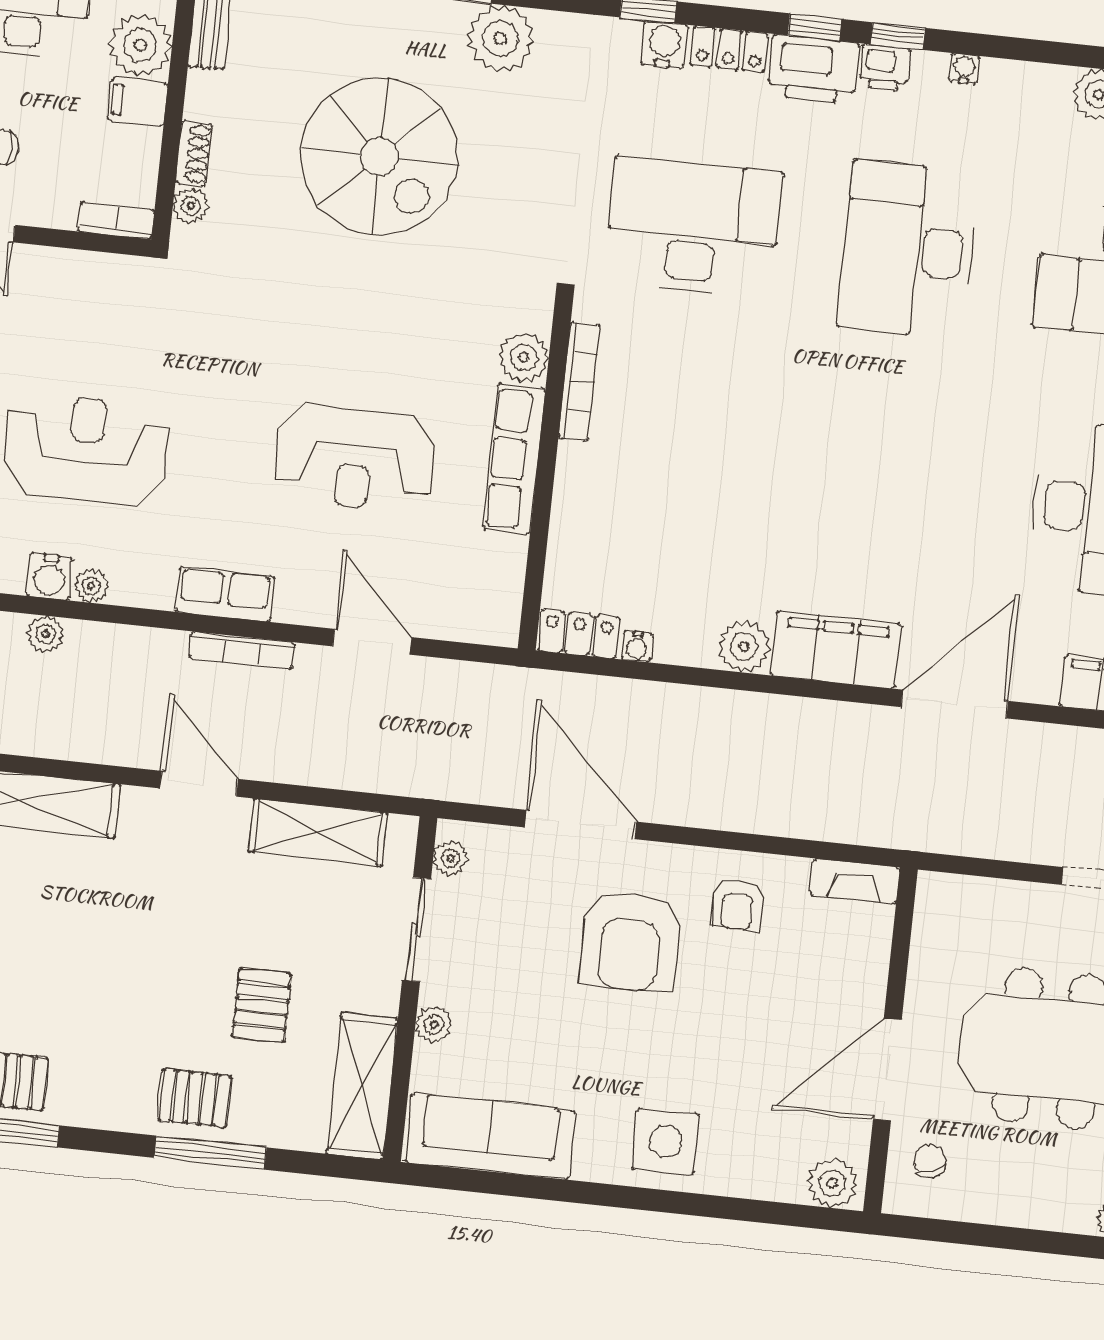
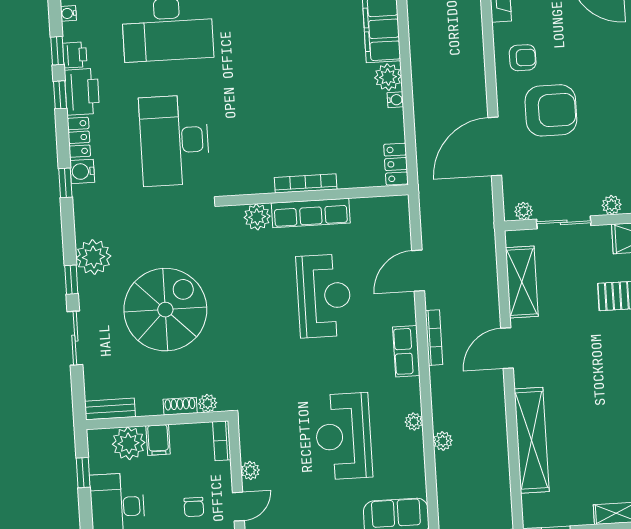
plant: (51, 264) -> (250, 471), added
bookcase: (579, 381) -> (306, 183), moved
water cooler: (50, 576) -> (412, 444), removed
water cooler: (637, 646) -> (395, 100), moved

